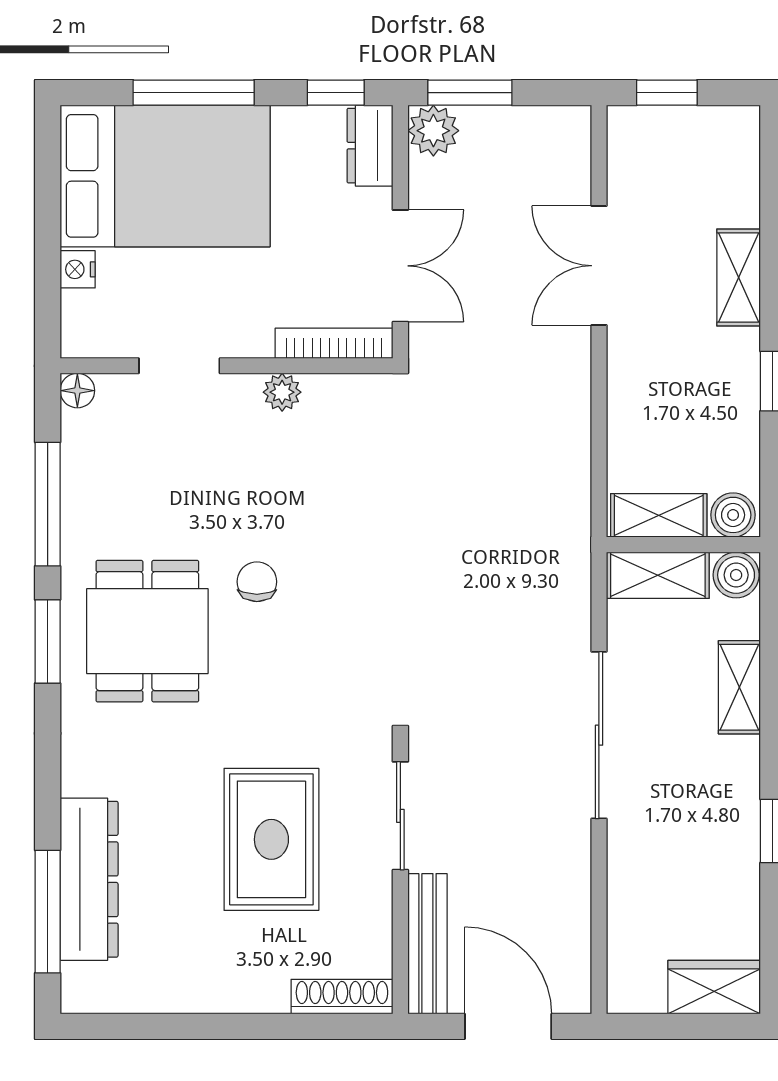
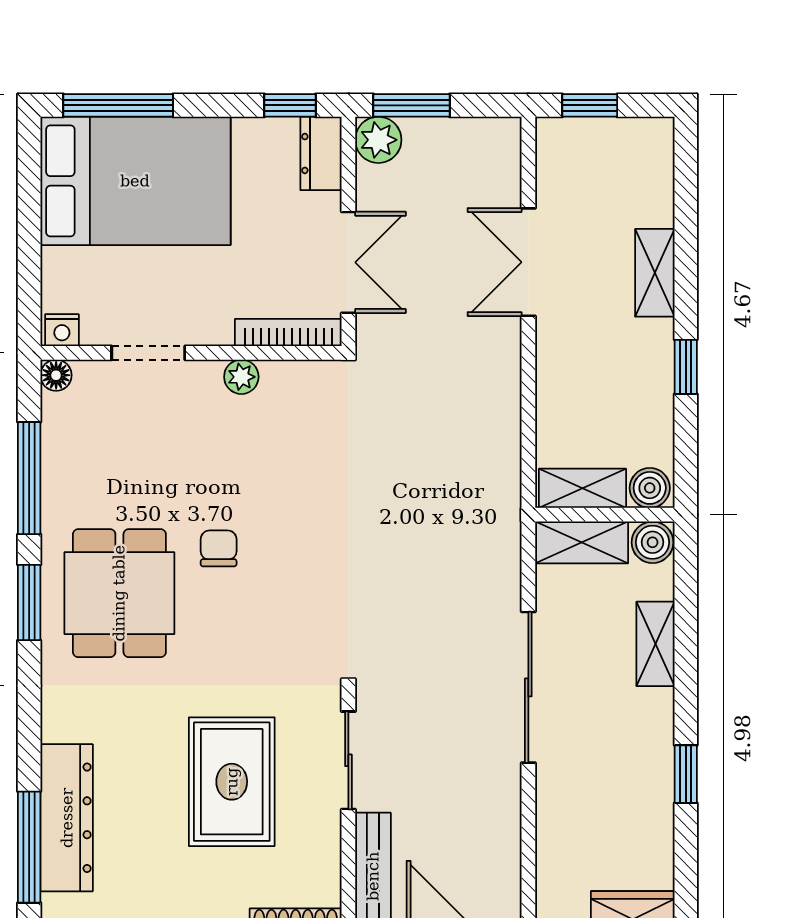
window: (194, 93) -> (118, 105), moved
nightstand: (78, 269) -> (62, 330), moved, turned -90

